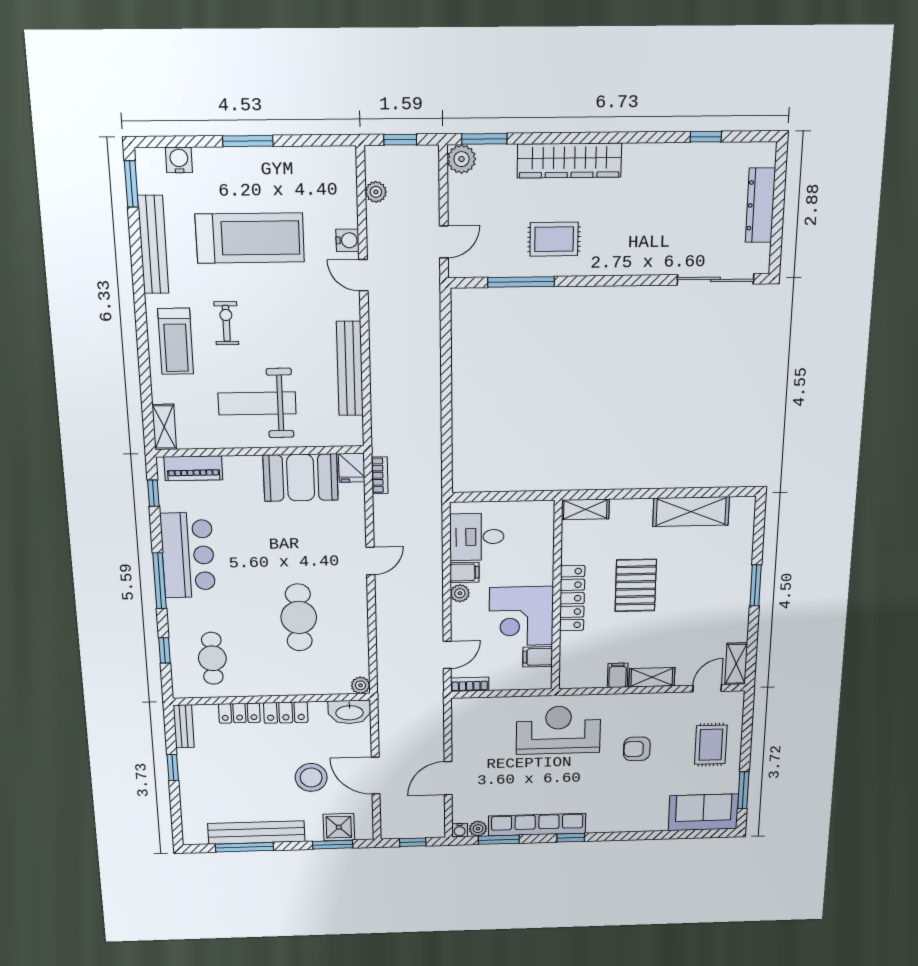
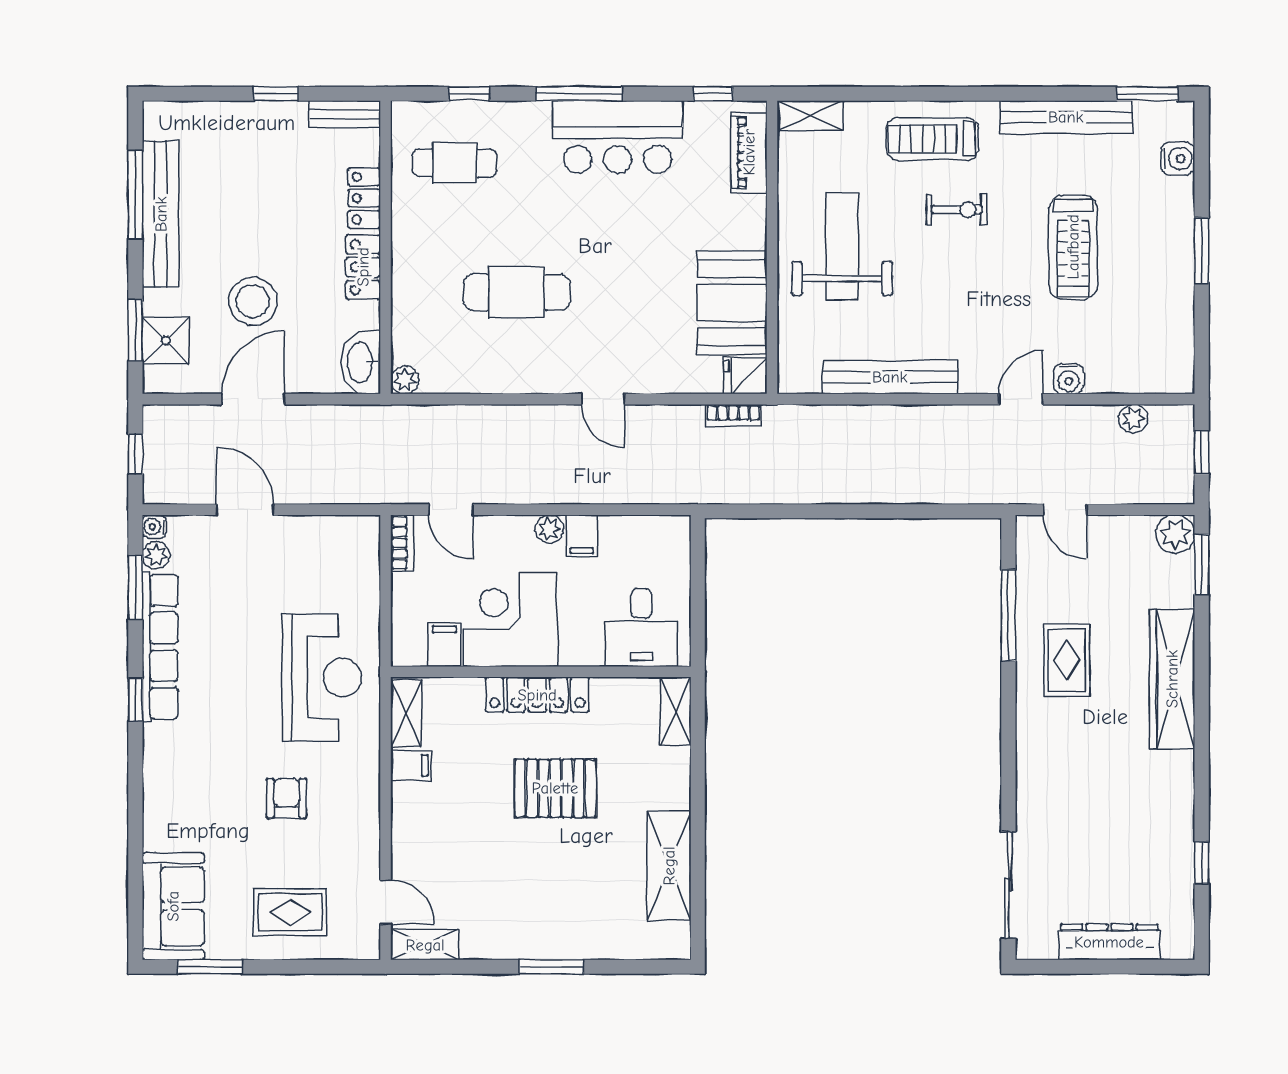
treadmill: (250, 238) -> (1073, 247), width x0.73, depth x0.73
desk: (477, 537) -> (641, 627), moved, turned 180
shelving: (652, 677) -> (406, 714), moved

